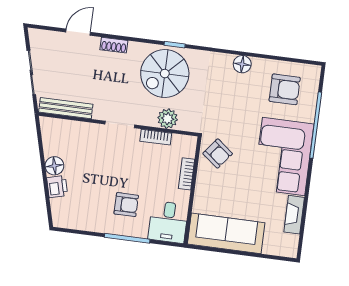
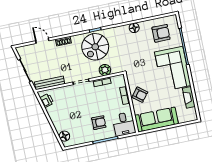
door: (78, 32) -> (42, 41), hinge flipped
armchair: (218, 154) -> (140, 95), moved
floor lamp: (54, 166) -> (64, 136), moved
printer: (57, 187) -> (47, 100), moved

